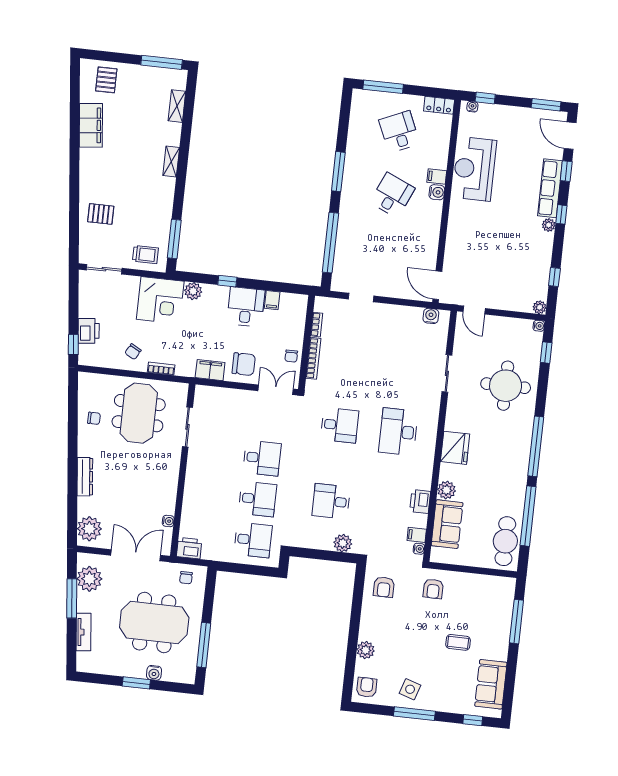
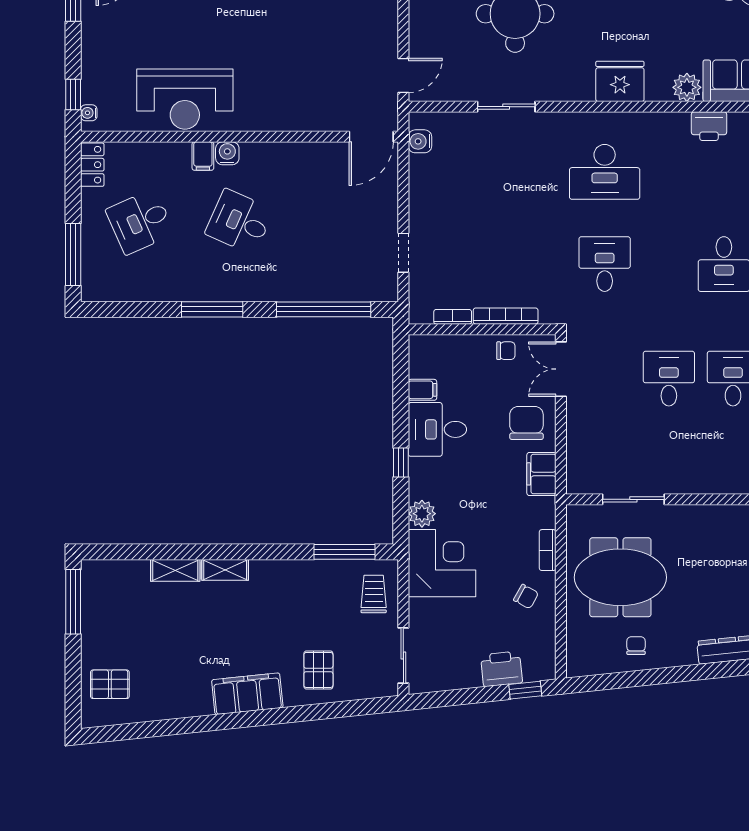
shelving: (177, 106) -> (175, 570), moved
filing cabinet: (91, 125) -> (247, 694), moved

